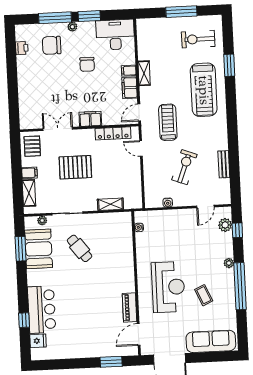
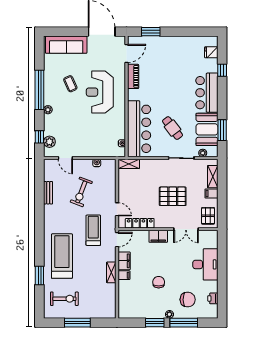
desk: (115, 35) -> (205, 264), moved, turned -90
treadmill: (168, 122) -> (93, 230), turned 180
shelving: (110, 204) -> (129, 164), moved
door: (205, 207) -> (65, 158), swing flipped
bar counter: (119, 246) -> (139, 129), added
bar counter: (42, 310) -> (207, 93), moved

